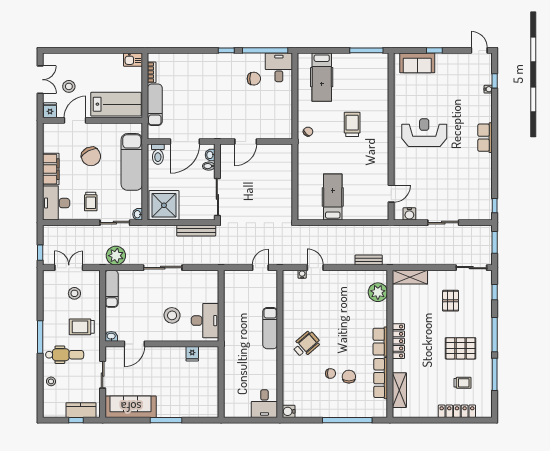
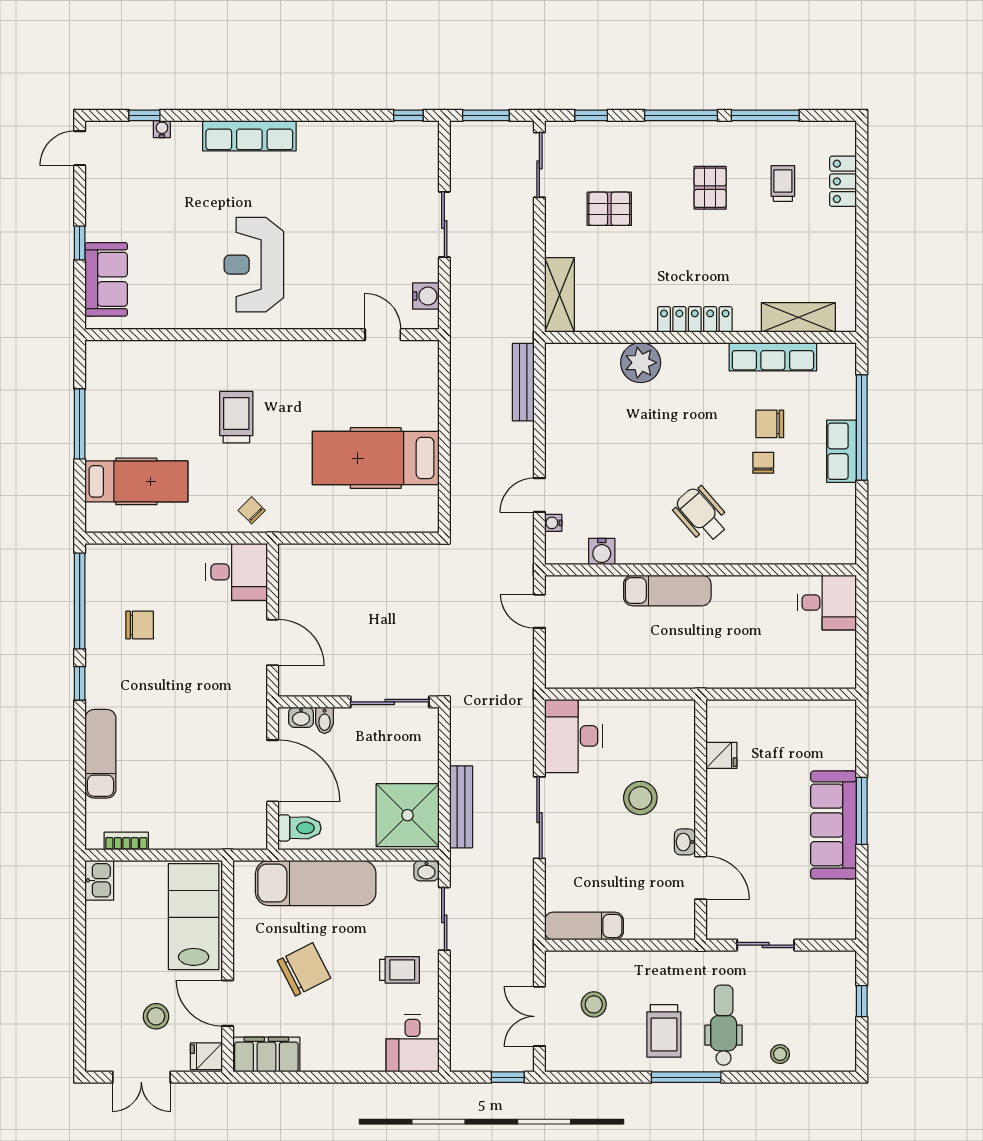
window: (366, 50) -> (80, 424), moved
desk: (279, 67) -> (237, 572), moved, turned 180
chair: (254, 79) -> (140, 625), turned 90
double door: (40, 80) -> (141, 1077), swing flipped
exam couch: (155, 105) -> (100, 754), moved, turned 90
trolley: (352, 124) -> (236, 417), turned 90
row of seats: (485, 138) -> (249, 136), width x1.48
filing cabinet: (51, 169) -> (266, 1055), moved
hospital bed: (333, 197) -> (376, 458), width x1.37, depth x1.29
desk: (56, 203) -> (413, 1043), width x0.73
bench: (196, 231) -> (461, 807), moved
plant: (116, 256) -> (514, 917), removed
bench: (369, 260) -> (523, 382), width x1.36
plant: (378, 292) -> (641, 363), moved
desk: (205, 321) -> (573, 736), moved, turned -90
trolley: (82, 327) -> (664, 1031), moved
washbasin: (111, 336) -> (685, 842), moved
row of seats: (380, 342) -> (842, 451), moved, turned 90
pallet: (461, 348) -> (710, 188), width x0.67, depth x0.71
sofa: (131, 407) -> (834, 825), moved
kitchen counter: (81, 410) -> (841, 991), removed
water cooler: (289, 411) -> (602, 551), moved
locker: (457, 411) -> (843, 181), width x0.66

